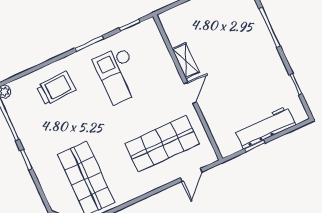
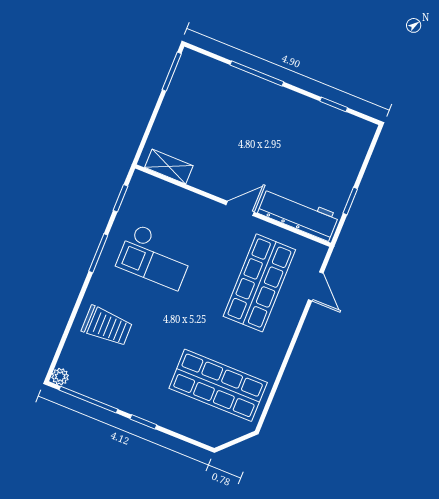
shelving: (186, 61) -> (169, 167), moved
trolley: (56, 88) -> (107, 326), turned 93
door: (190, 93) -> (240, 208), hinge flipped
workbench: (265, 127) -> (298, 214), moved, turned 90

